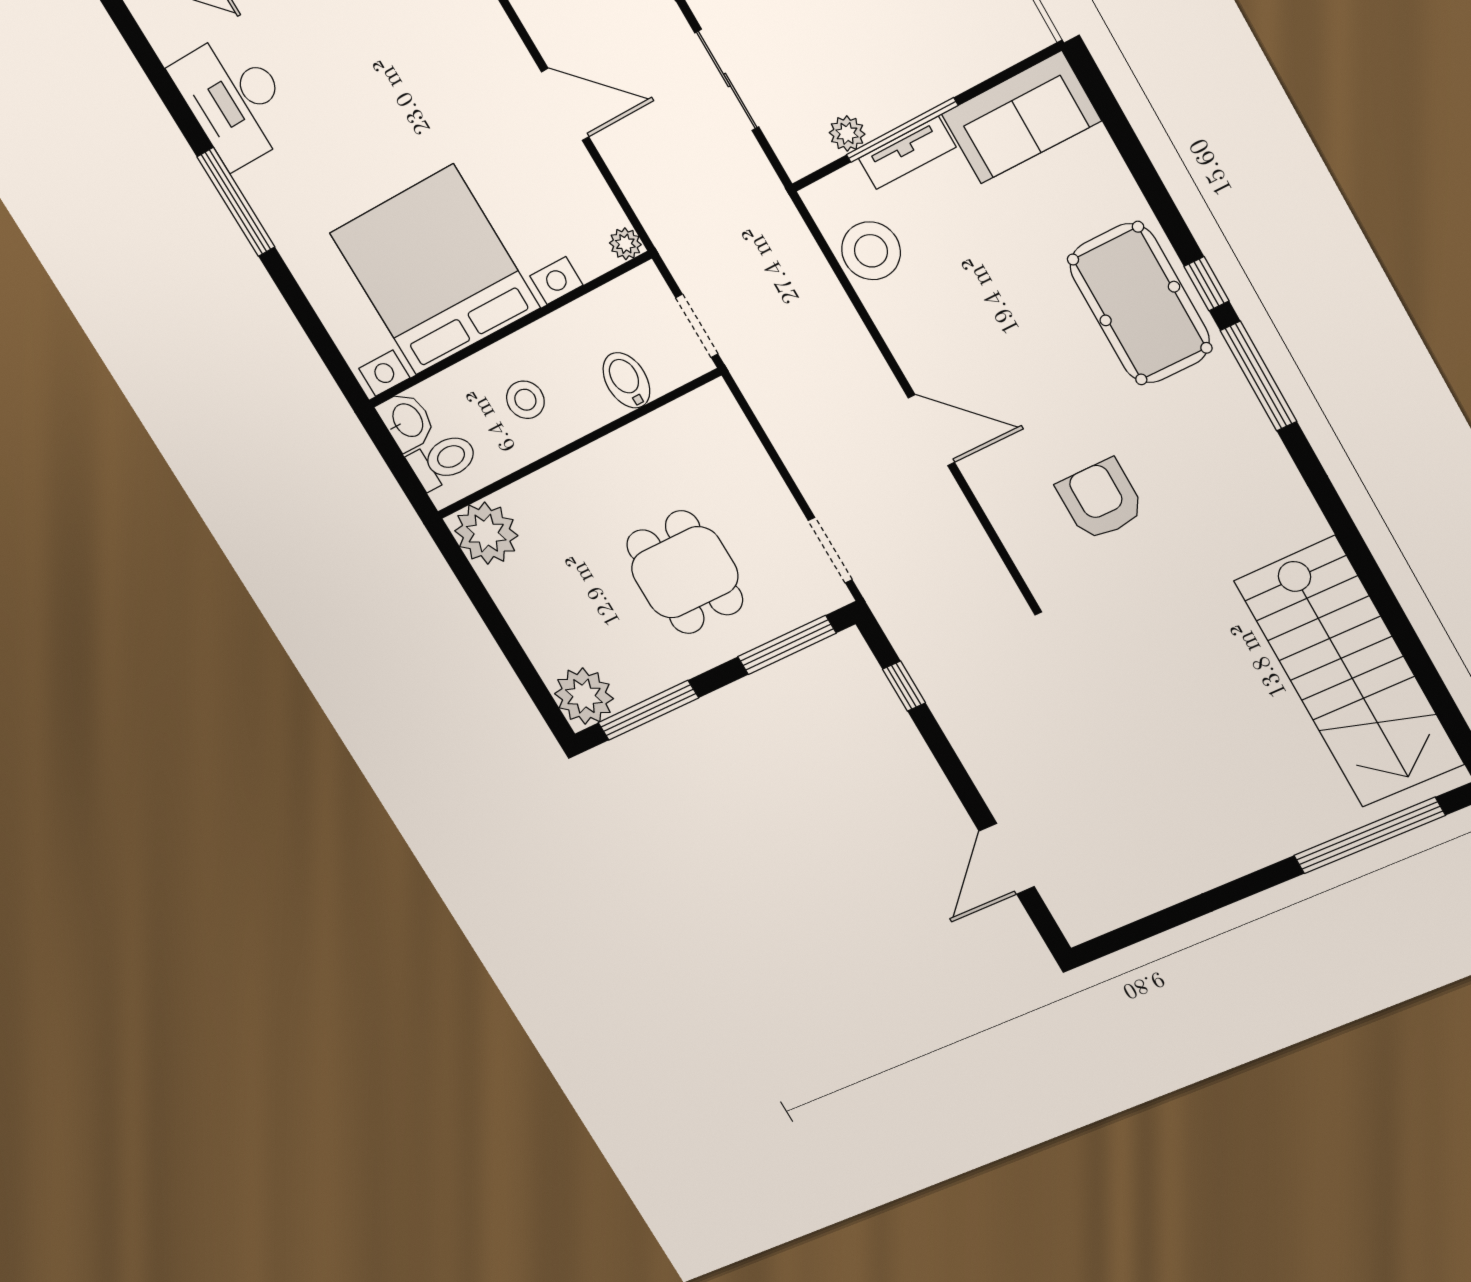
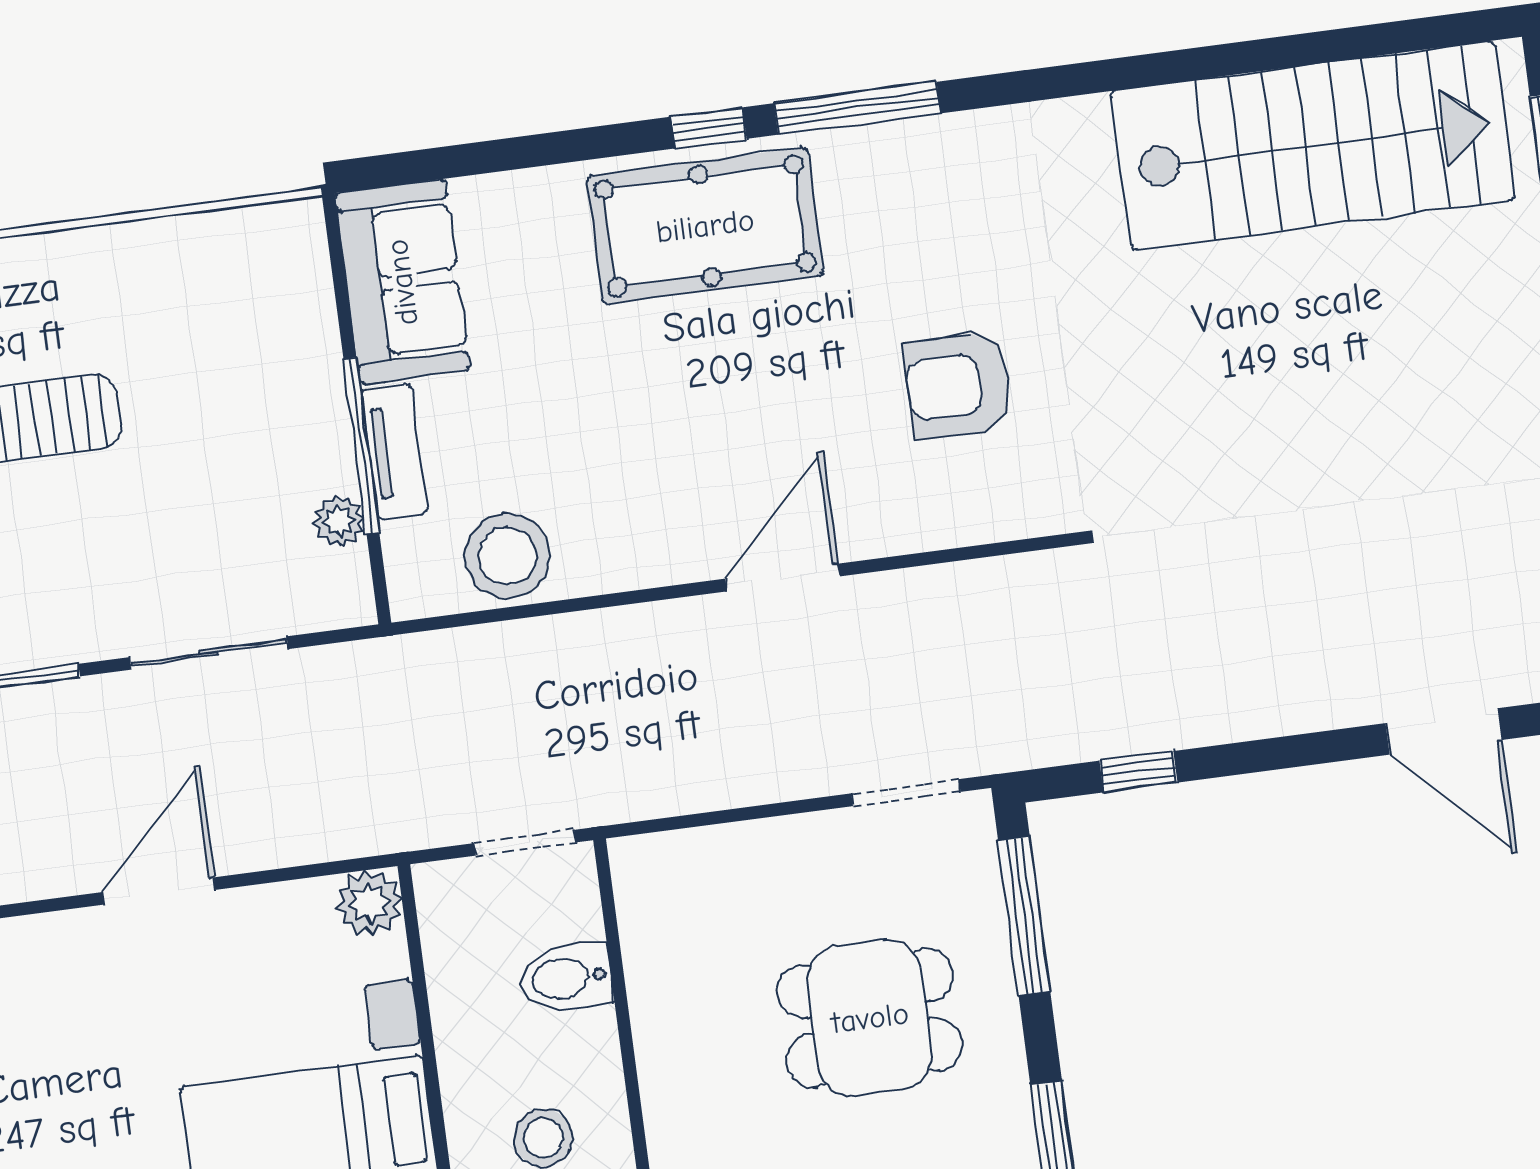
plant: (625, 244) -> (369, 903), width x1.38, depth x1.38

